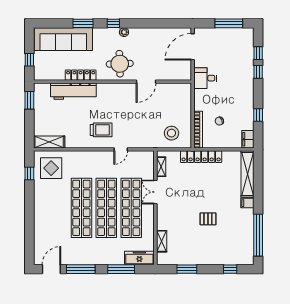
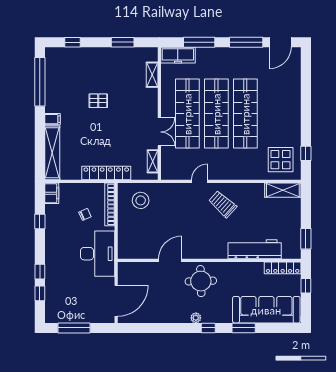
locker: (81, 75) -> (283, 268), moved
desk: (205, 78) -> (98, 254), width x1.87, depth x1.30
trolley: (101, 130) -> (223, 204), turned 42

